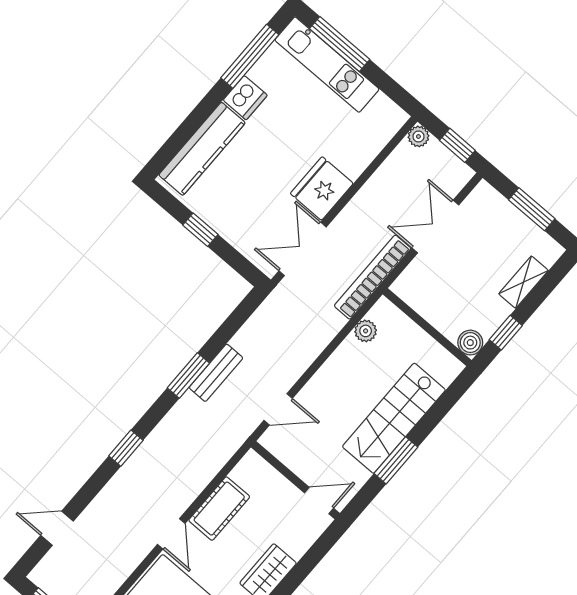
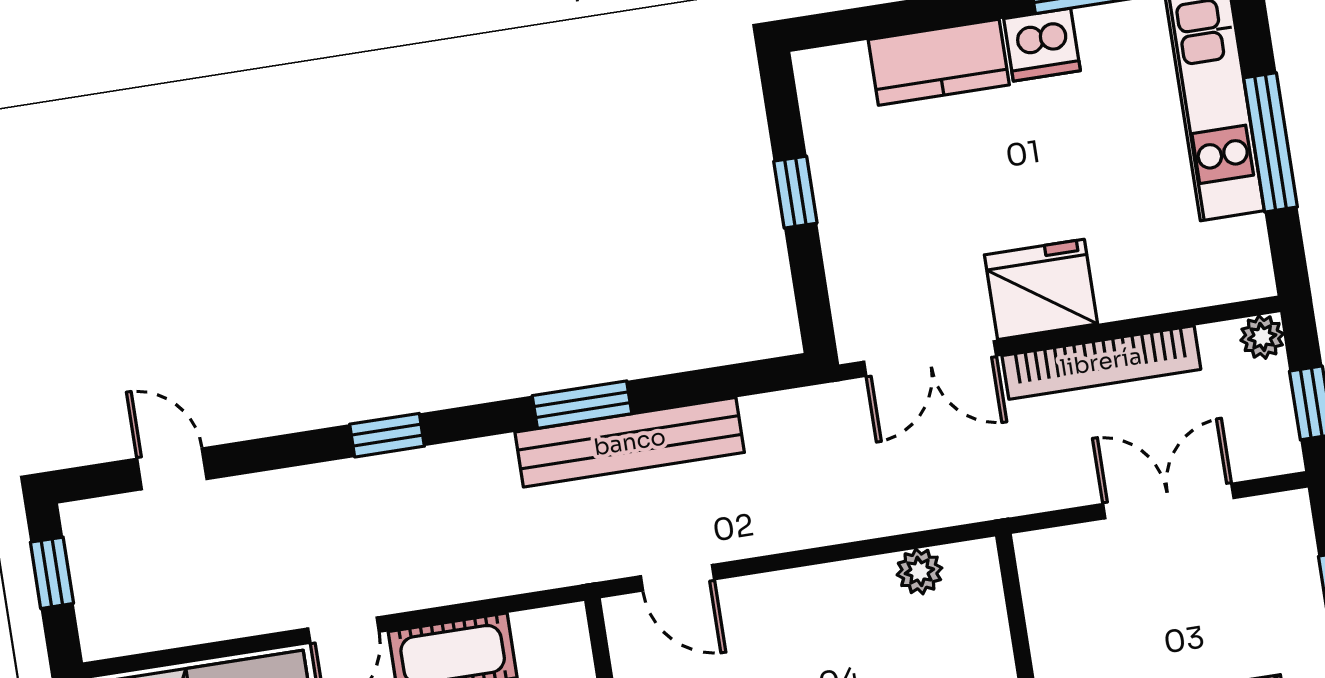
window: (340, 44) -> (1271, 142), moved
kitchen counter: (202, 149) -> (939, 62), width x0.67
double door: (303, 249) -> (930, 359), swing flipped
bookcase: (373, 277) -> (1101, 362), moved, turned 180
bench: (216, 373) -> (630, 442), width x1.86, depth x1.21

